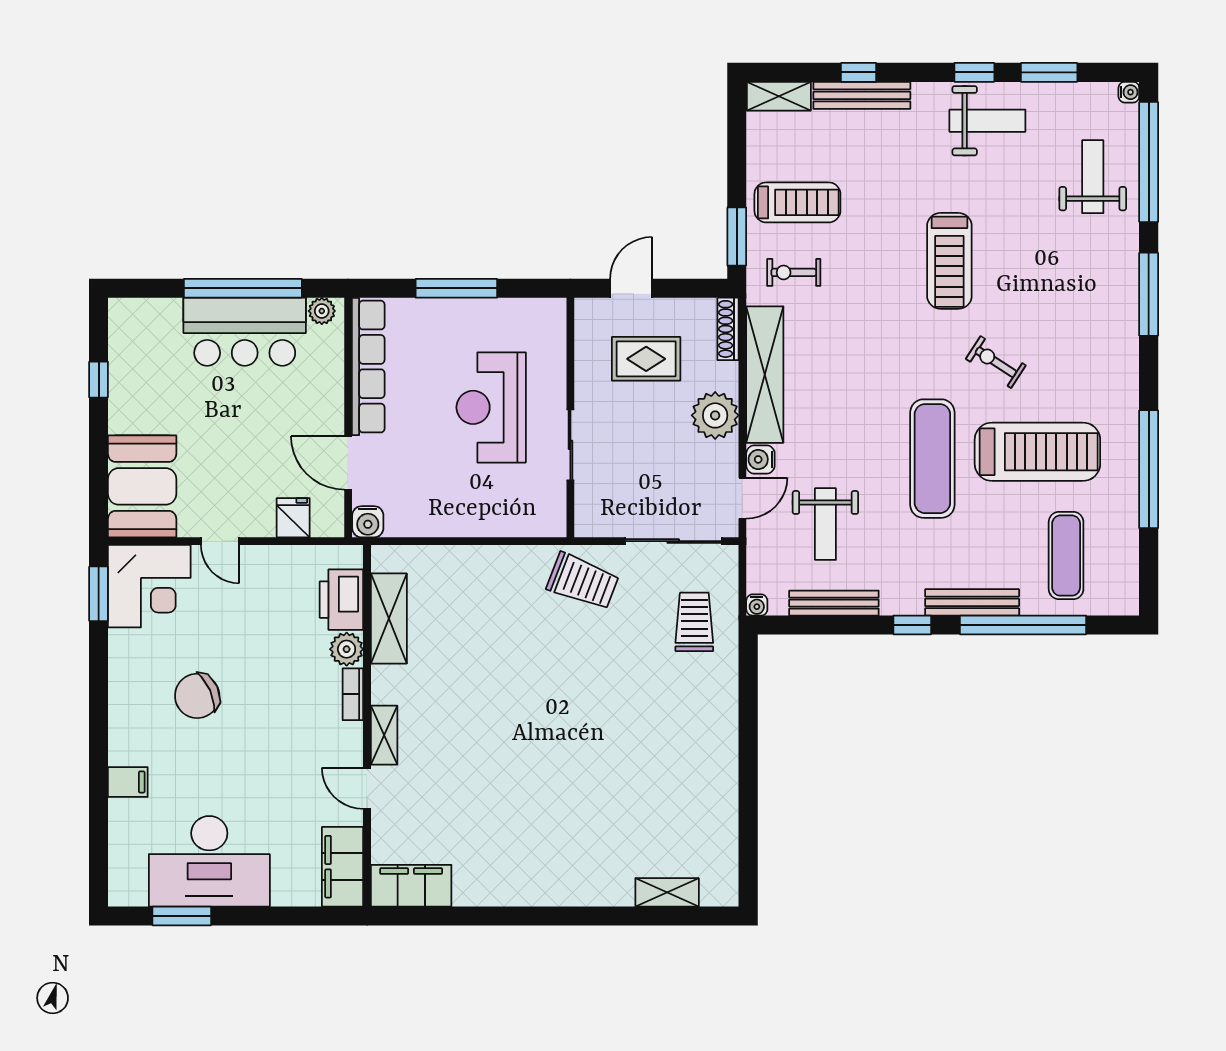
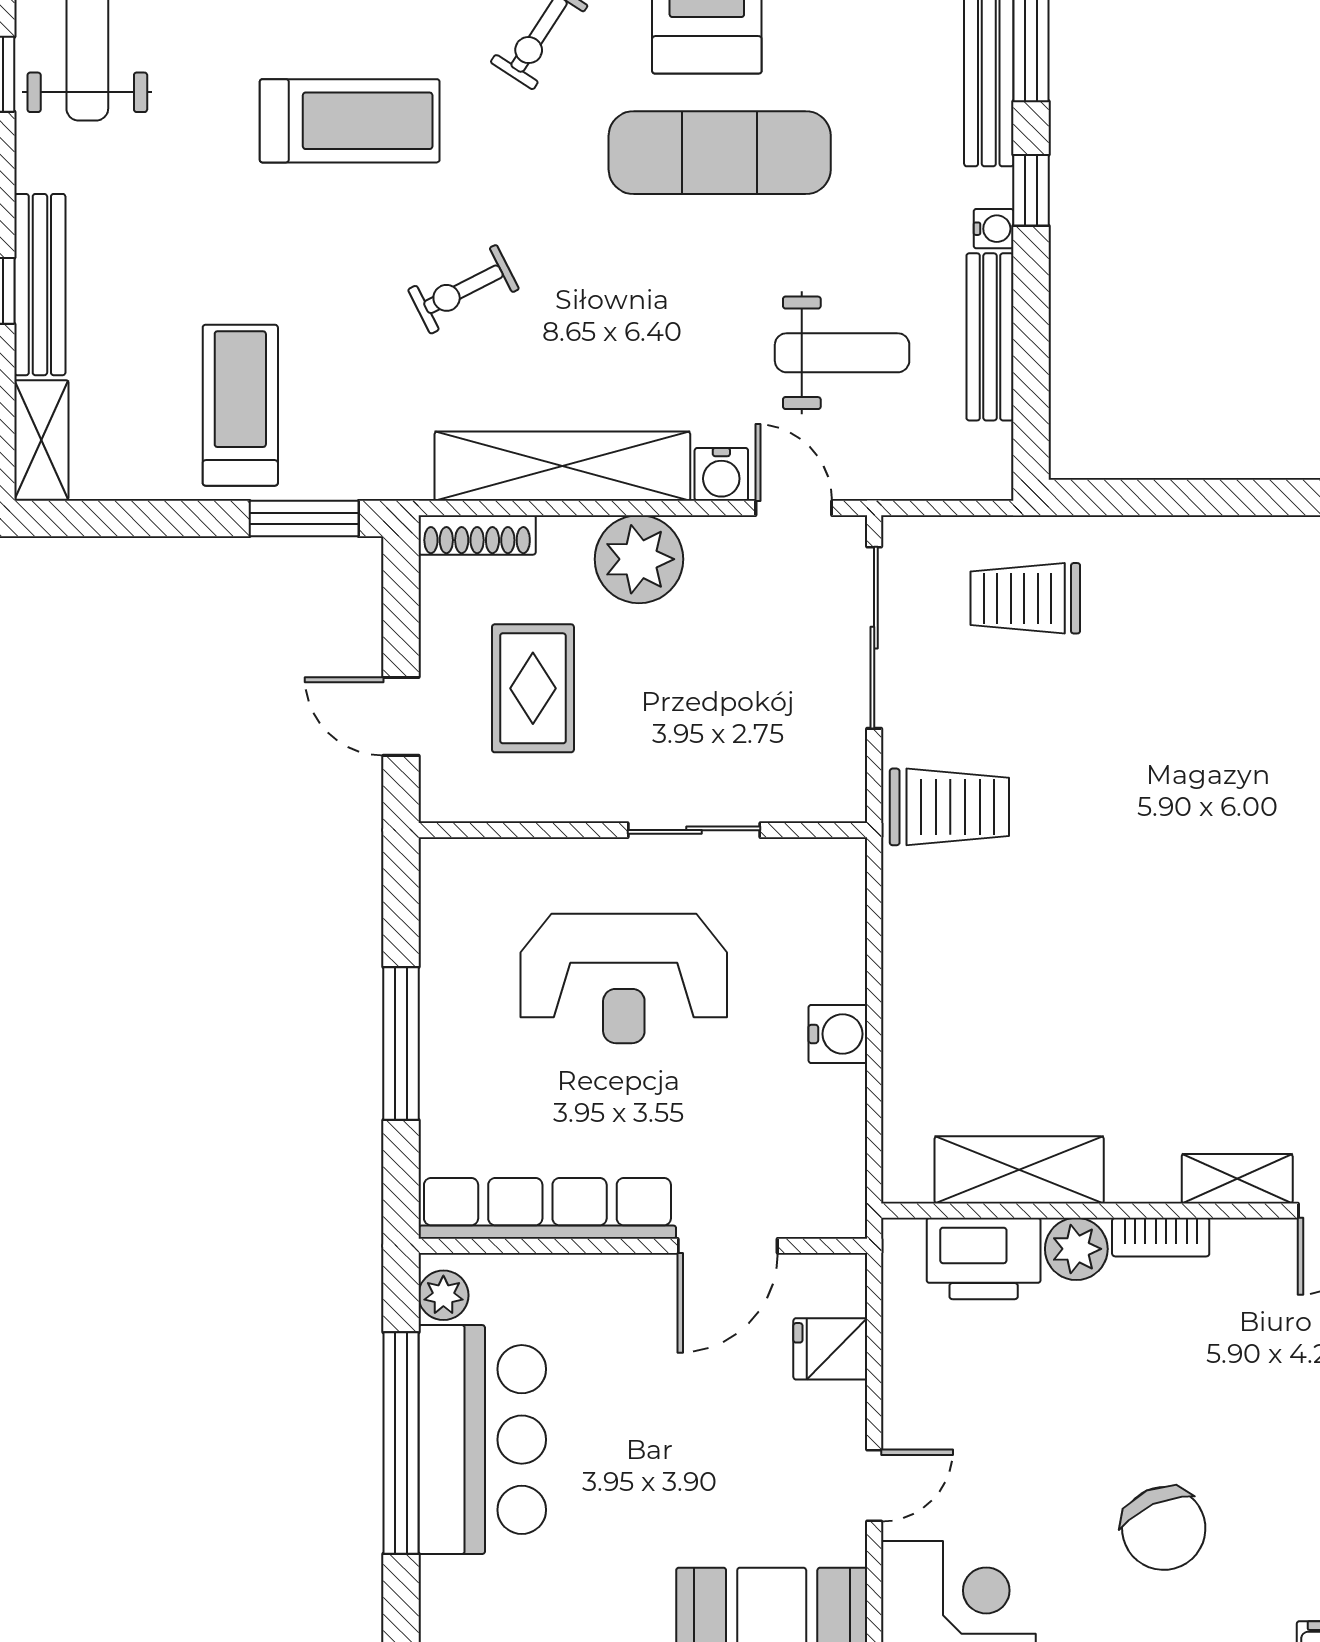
exercise bike: (794, 272) -> (463, 289), moved, turned 63
water cooler: (368, 522) -> (838, 1034), moved
trolley: (583, 581) -> (949, 807), turned 69
water cooler: (757, 605) -> (994, 229), moved

